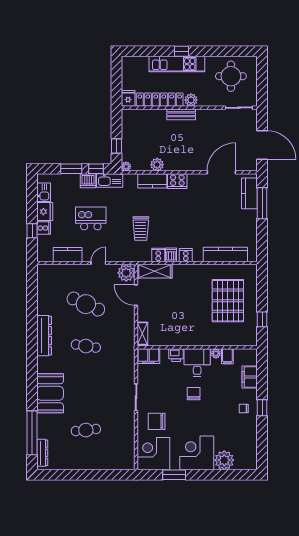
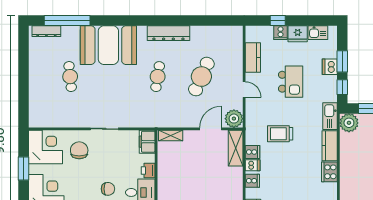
plant: (157, 165) -> (347, 151), removed
plant: (126, 167) -> (349, 123), width x1.88, depth x1.88
dishwasher: (88, 181) -> (330, 67), moved
kitchen sink: (110, 181) -> (330, 116), moved
booth: (50, 393) -> (108, 45), width x1.36, depth x1.42

